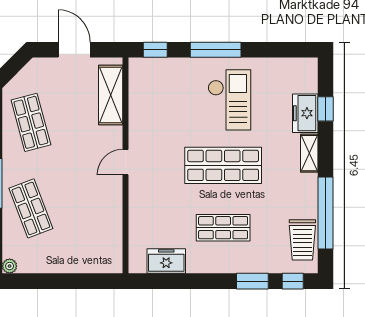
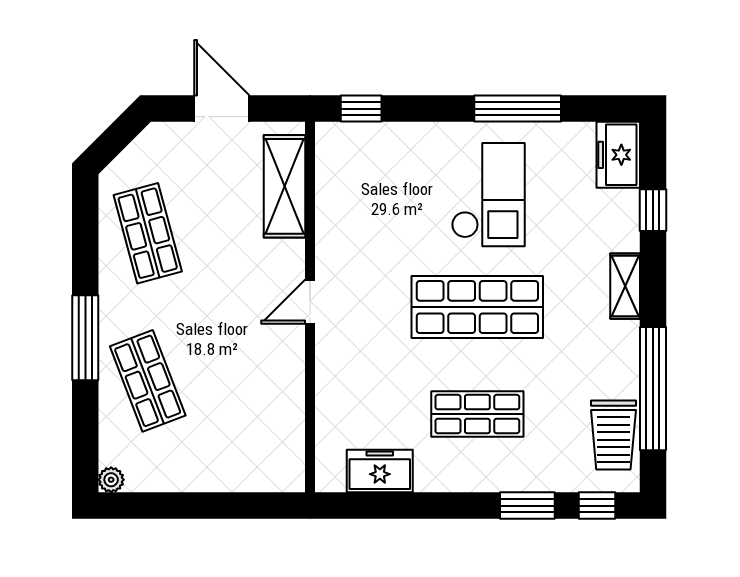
window: (216, 50) -> (518, 109), moved
freezer: (305, 113) -> (618, 155), moved

